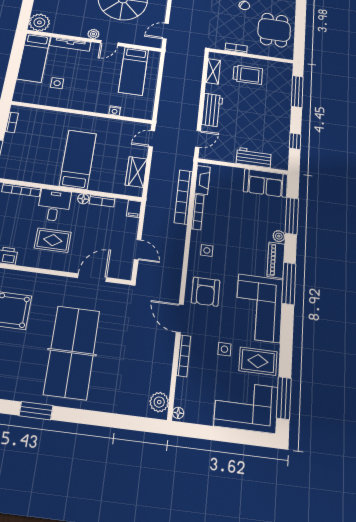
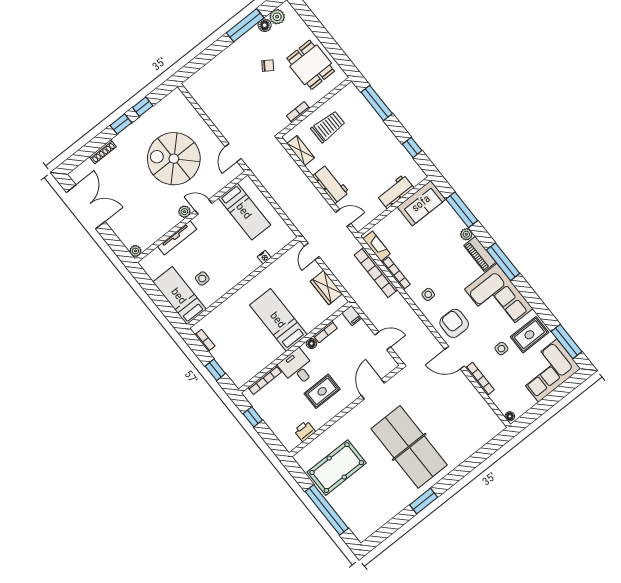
plant: (39, 22) -> (135, 251), width x0.53, depth x0.53
door: (109, 43) -> (203, 207), swing flipped
bed: (34, 57) -> (179, 296), moved, turned 180
door: (198, 139) -> (343, 218), hinge flipped
armchair: (206, 292) -> (454, 323), turned 180
plant: (159, 402) -> (492, 422), removed

